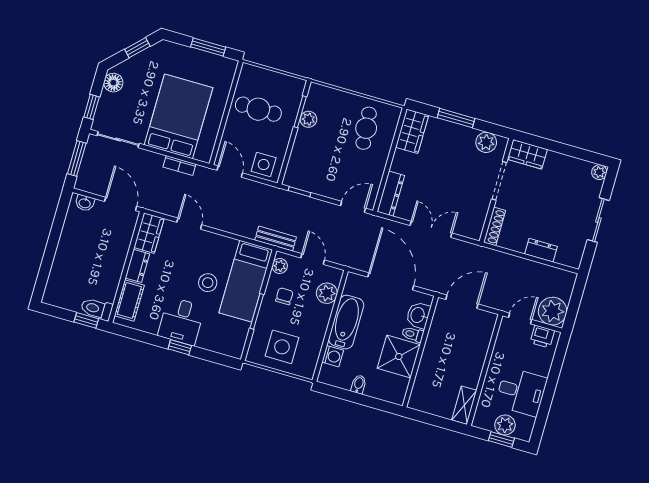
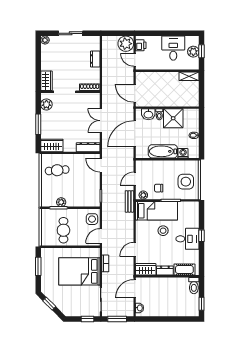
floor lamp: (113, 83) -> (71, 311), removed
plant: (327, 293) -> (151, 166), removed
window: (86, 320) -> (202, 304), moved

